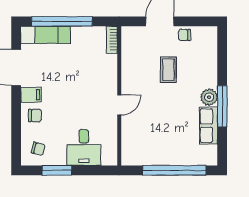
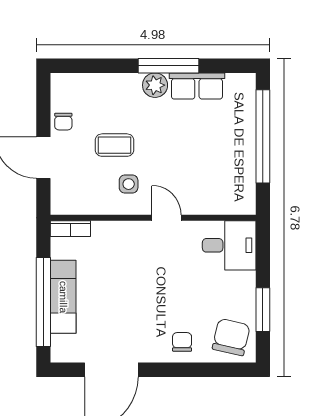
exam couch: (46, 35) -> (63, 297), moved
side table: (142, 79) -> (129, 184), added
filing cabinet: (31, 95) -> (151, 348), removed
desk: (84, 147) -> (229, 245), moved
chair: (38, 149) -> (231, 337), width x1.87, depth x1.87

